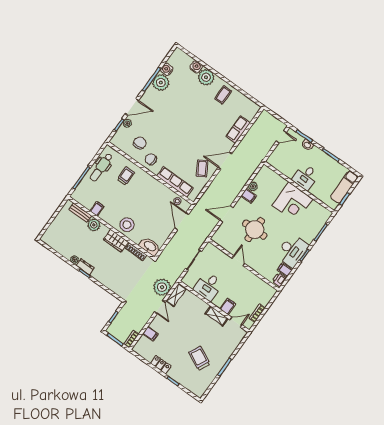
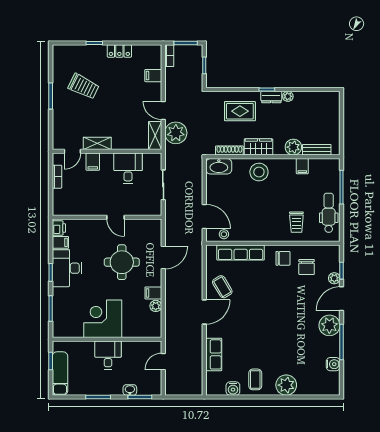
water cooler: (196, 67) -> (233, 389), moved
plant: (161, 83) -> (329, 325), moved
door: (281, 137) -> (163, 362), moved
rug: (112, 272) -> (240, 111), added

